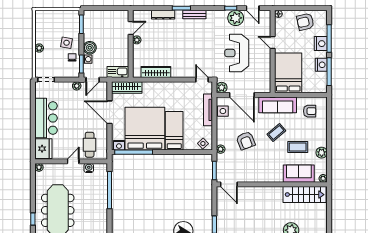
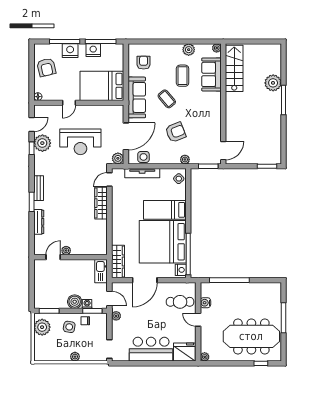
plant: (66, 18) -> (42, 327), added
door: (131, 28) -> (53, 257), hinge flipped
wardrobe: (156, 72) -> (101, 203), moved

